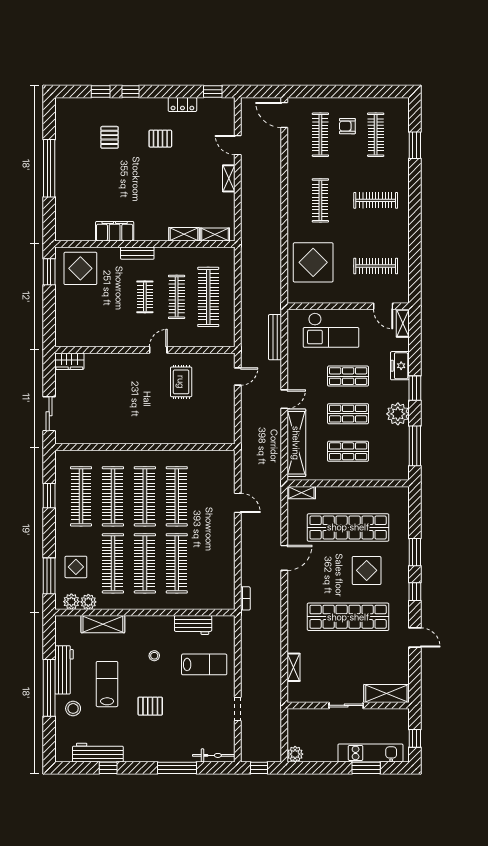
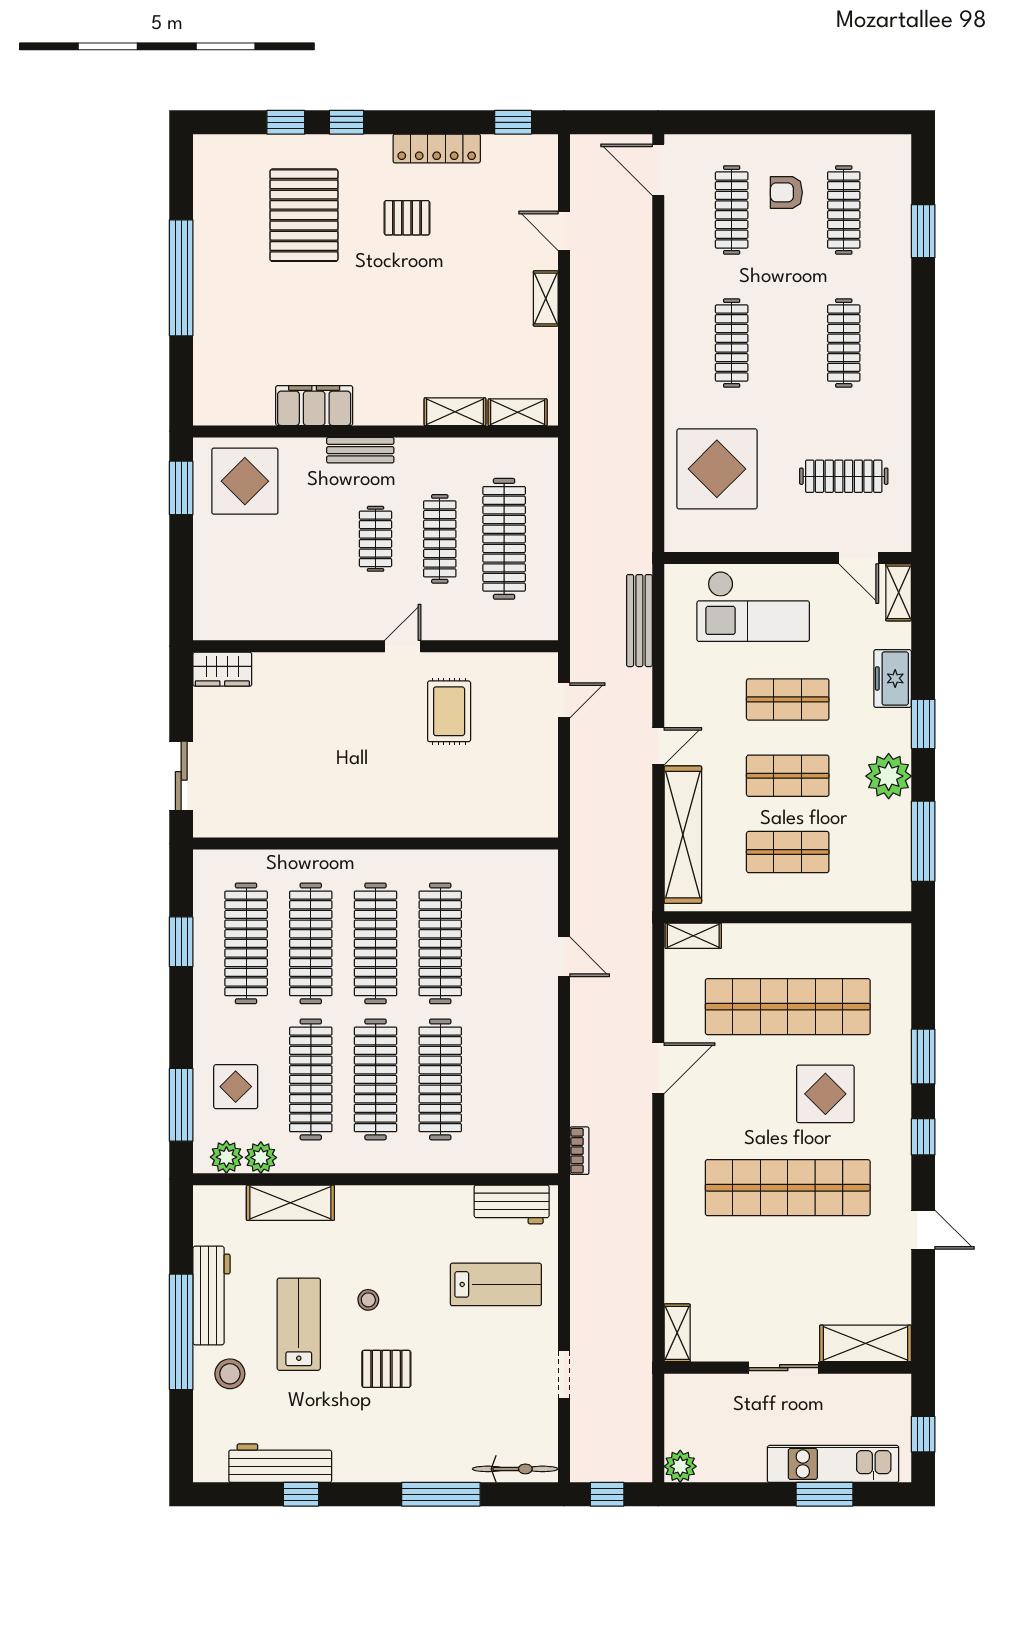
locker: (182, 104) -> (437, 148), width x1.53
pallet: (110, 137) -> (304, 215), width x2.05, depth x2.00
clothes rail: (376, 200) -> (844, 343), turned 90
workbench: (193, 625) -> (512, 1204), moved
stool: (154, 656) -> (368, 1300), moved
shelving: (294, 667) -> (677, 1333), moved

